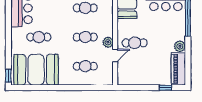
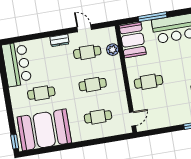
plant: (108, 42) -> (113, 50), moved
door: (115, 55) -> (132, 119), moved

